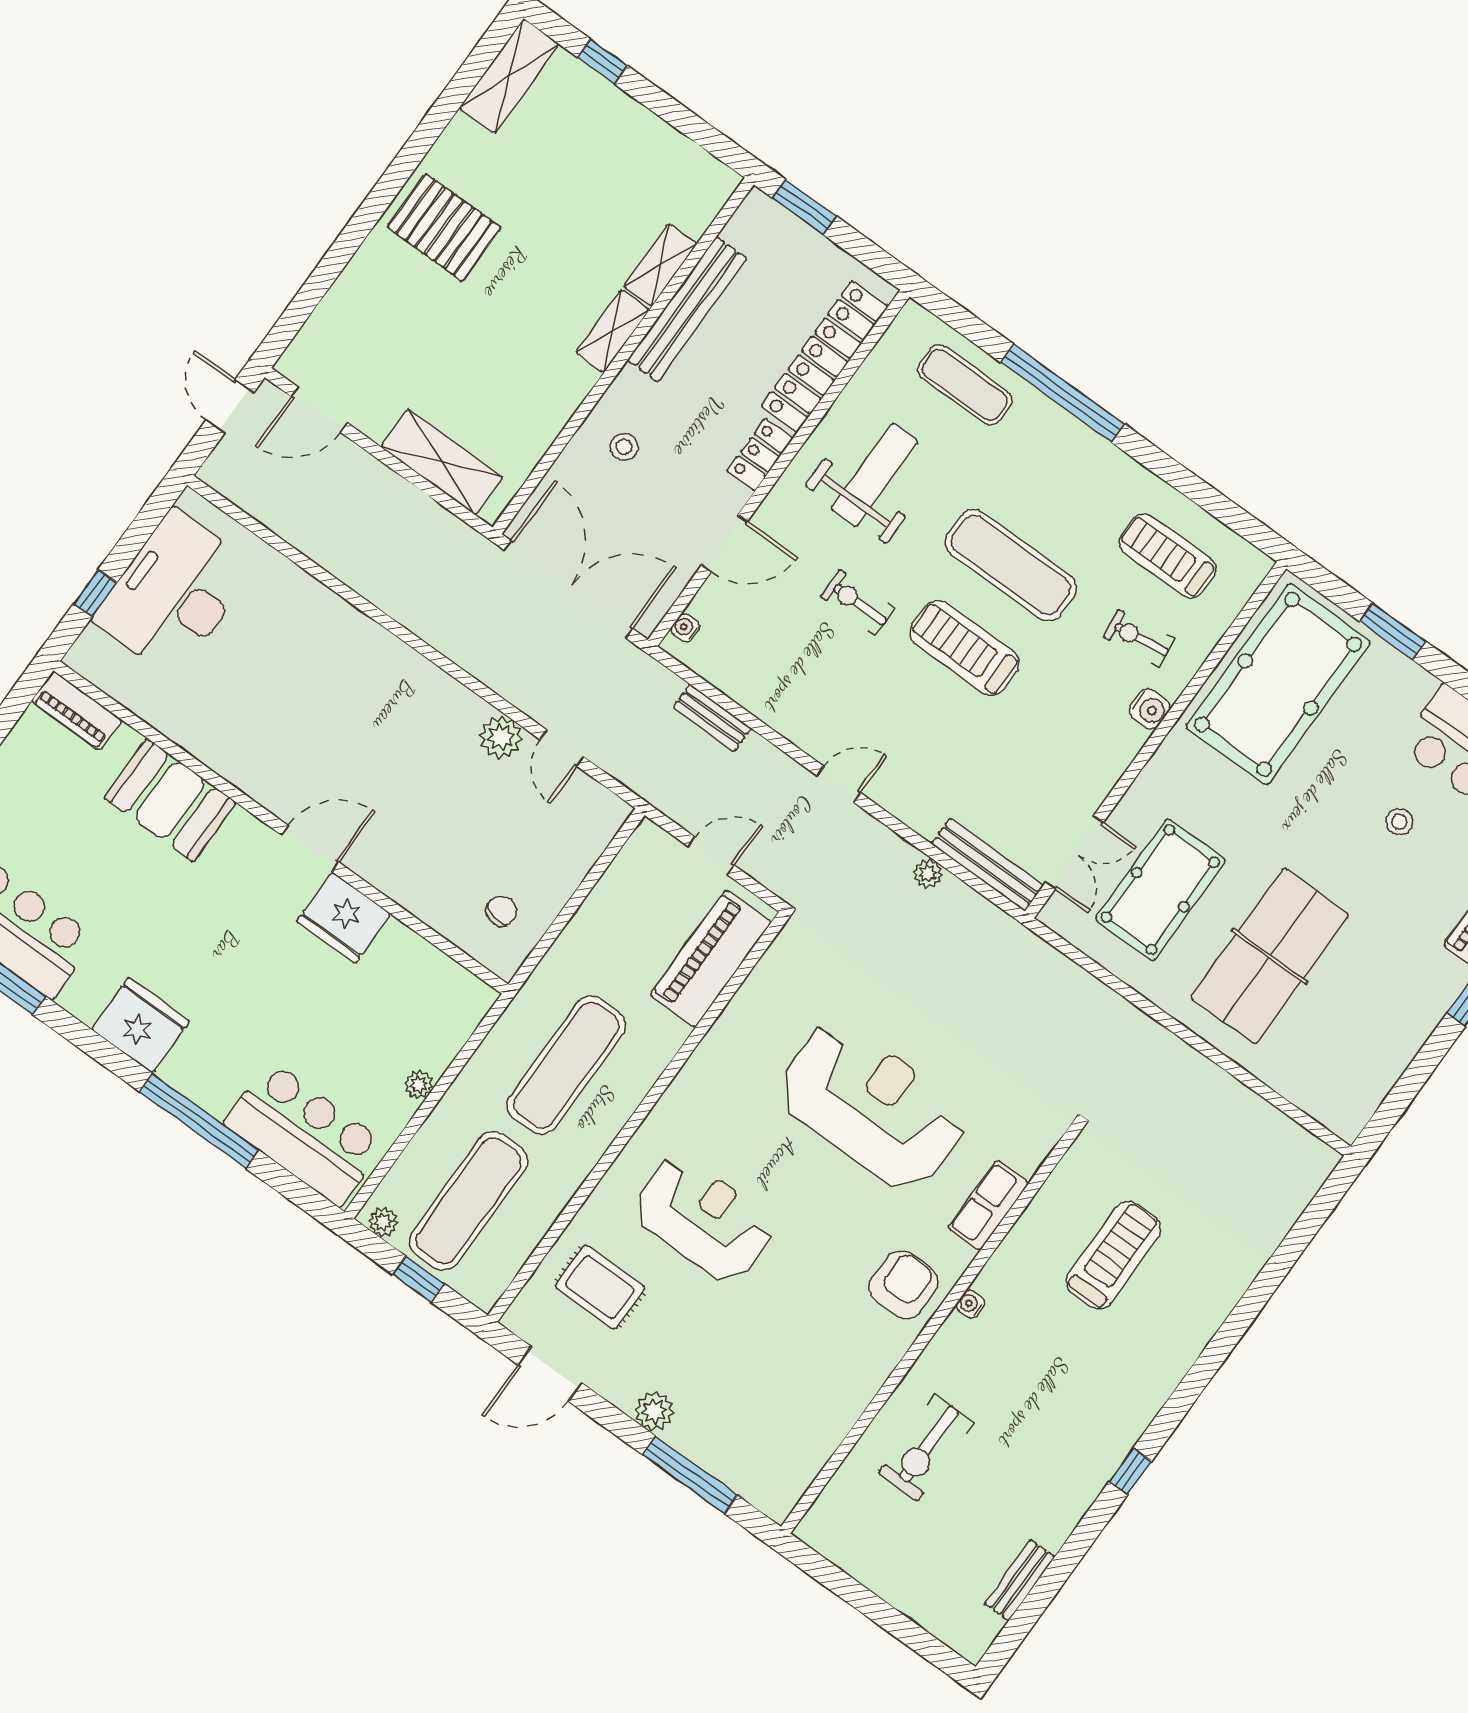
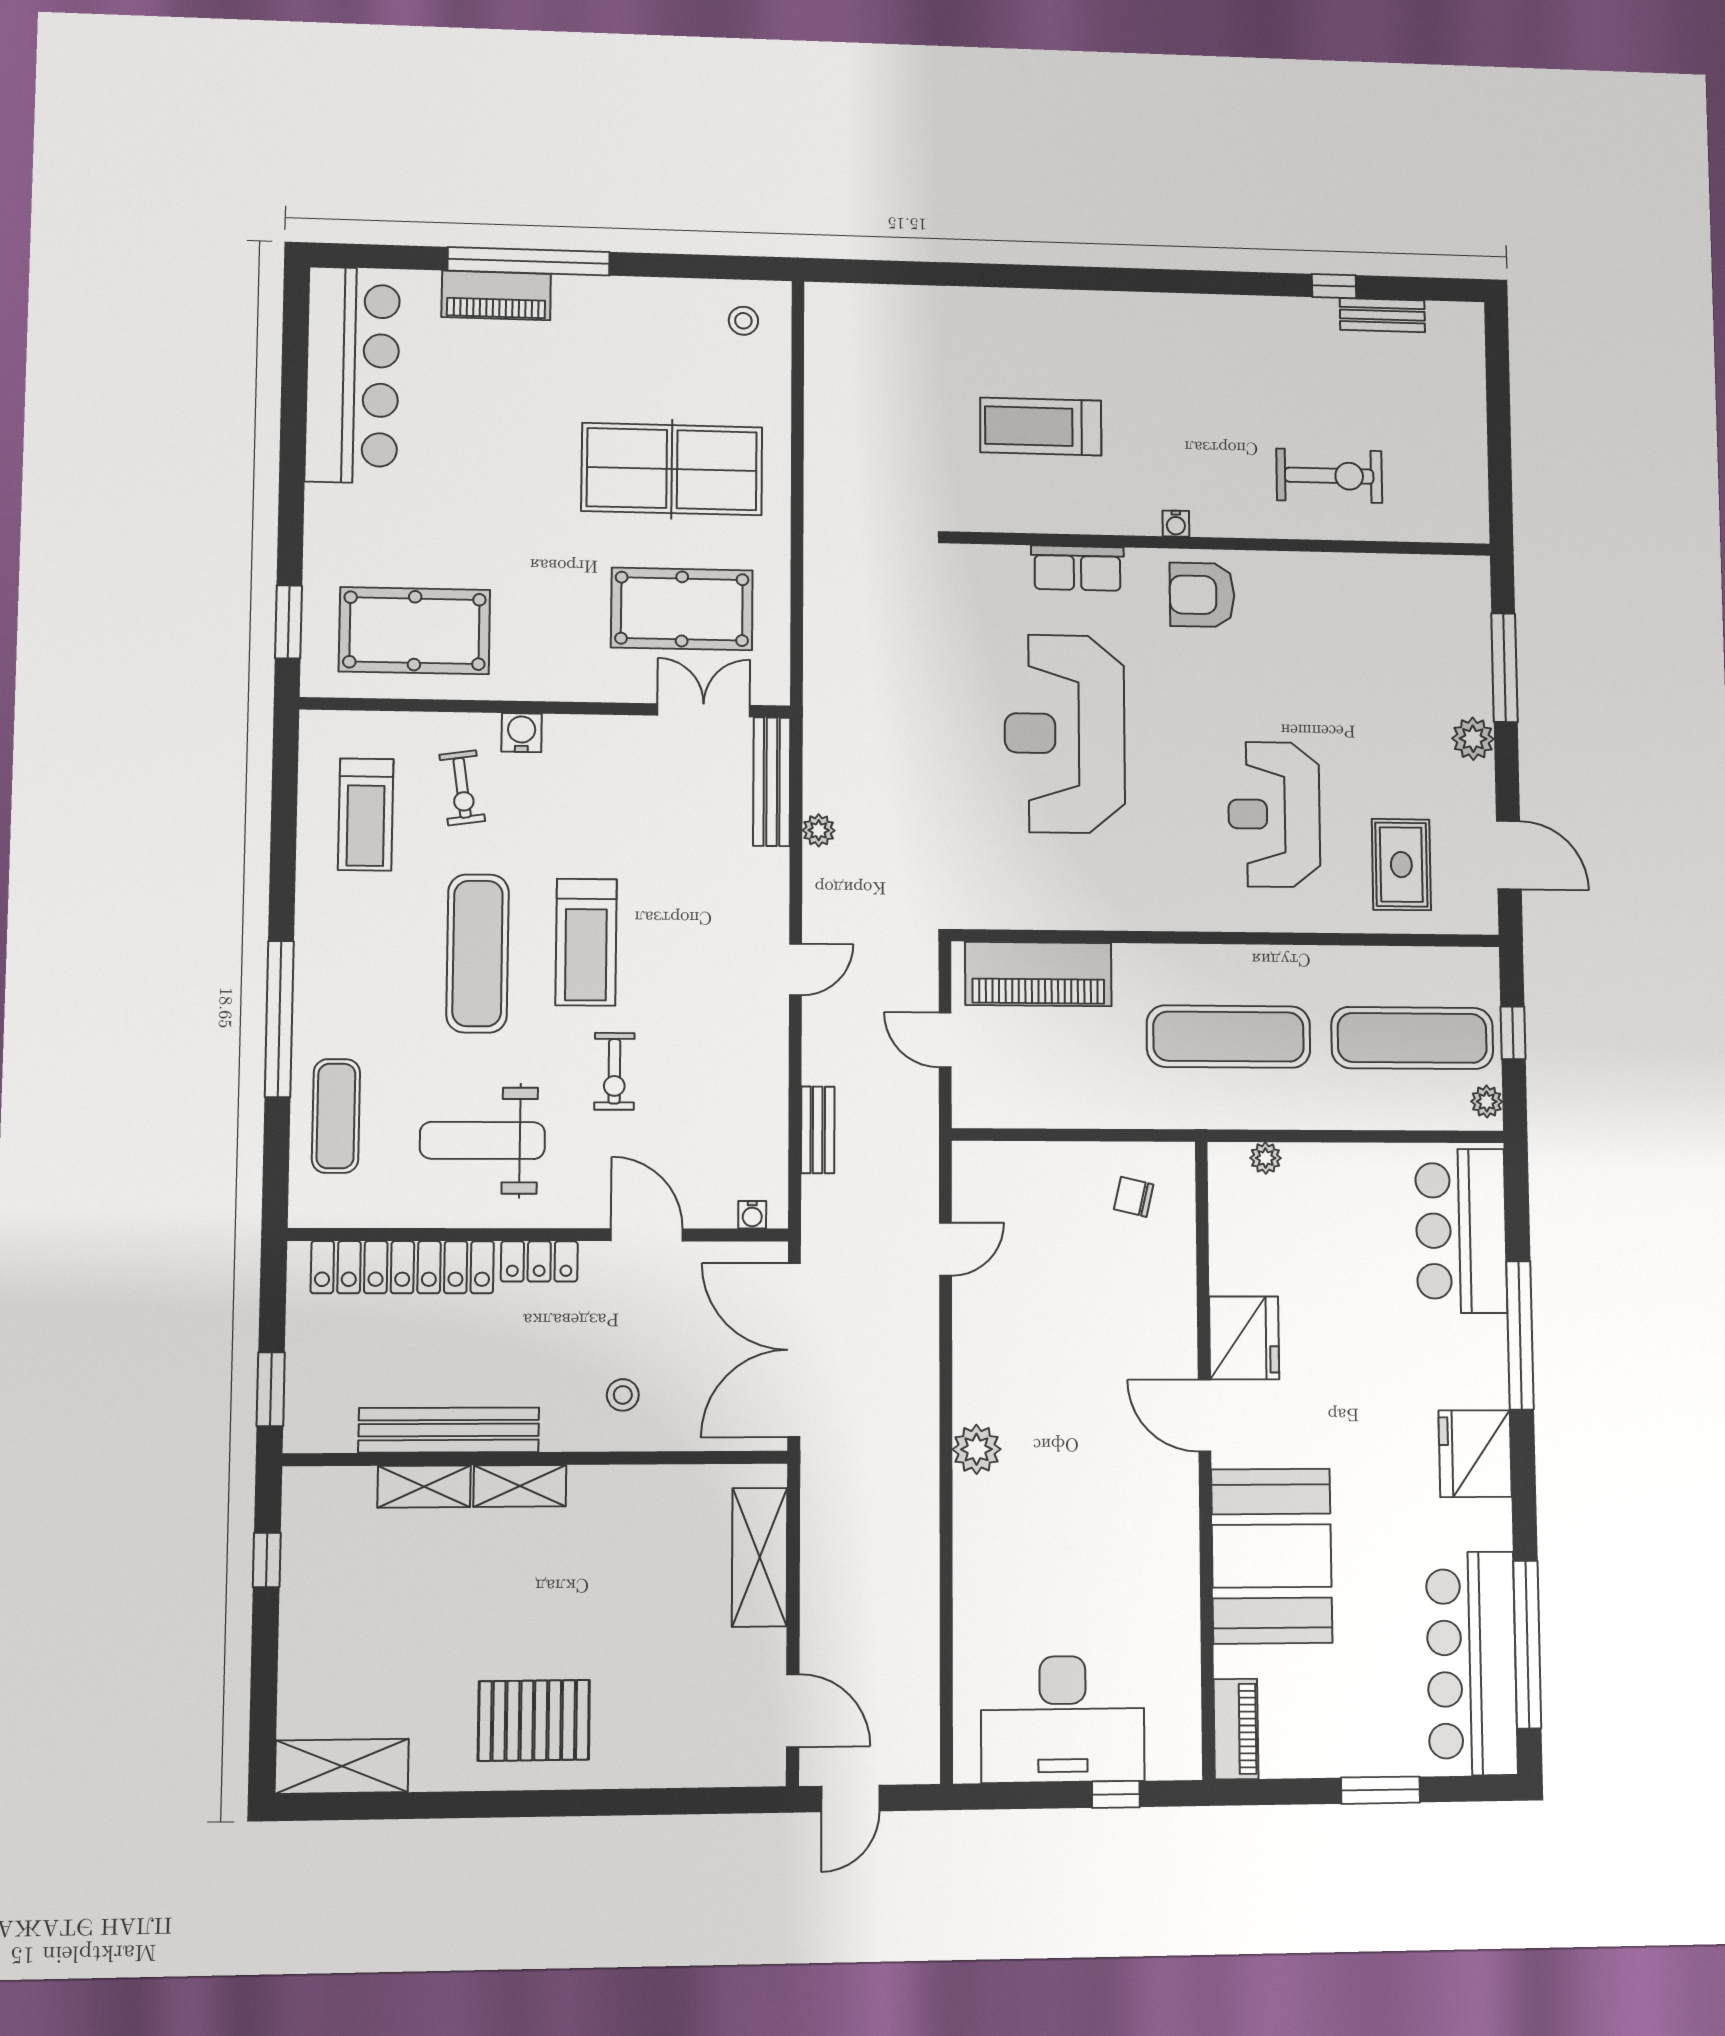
window: (602, 61) -> (267, 1560), moved
pallet: (444, 227) -> (534, 1720), turned 90
window: (1393, 631) -> (288, 622), moved
pool table: (1278, 684) -> (415, 631), width x0.73, depth x0.76
plant: (501, 737) -> (977, 1449), moved
door: (839, 784) -> (795, 969), swing flipped
booth: (170, 800) -> (1272, 1556), width x1.36, depth x1.42
stool: (1399, 822) -> (743, 321), moved
plant: (419, 1085) -> (1266, 1158), moved
window: (1130, 1471) -> (1334, 286), moved

